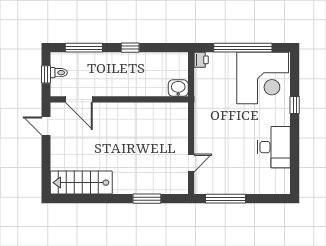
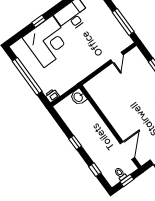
window: (84, 48) -> (95, 170), width x0.46
corner desk: (263, 78) -> (48, 42), moved, turned 90
door: (191, 163) -> (117, 57), swing flipped

